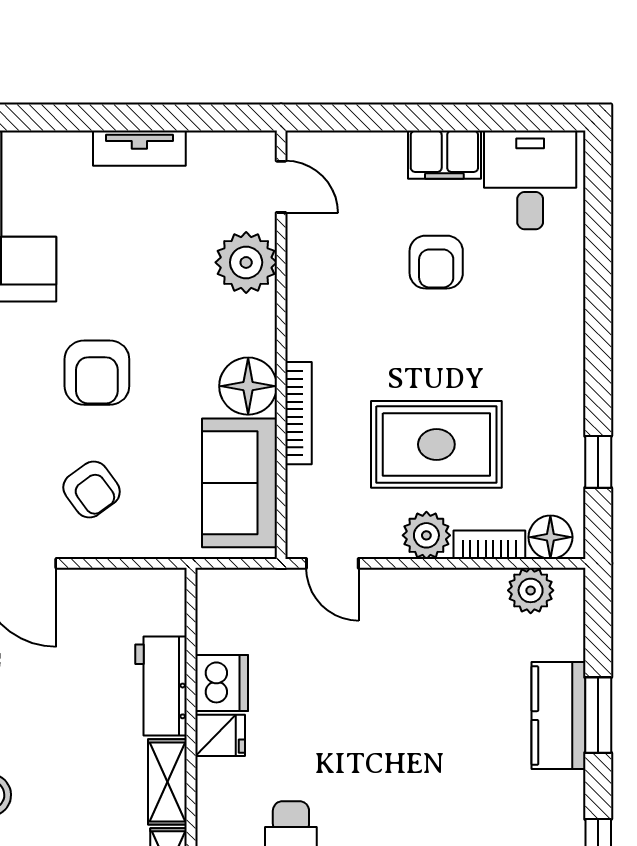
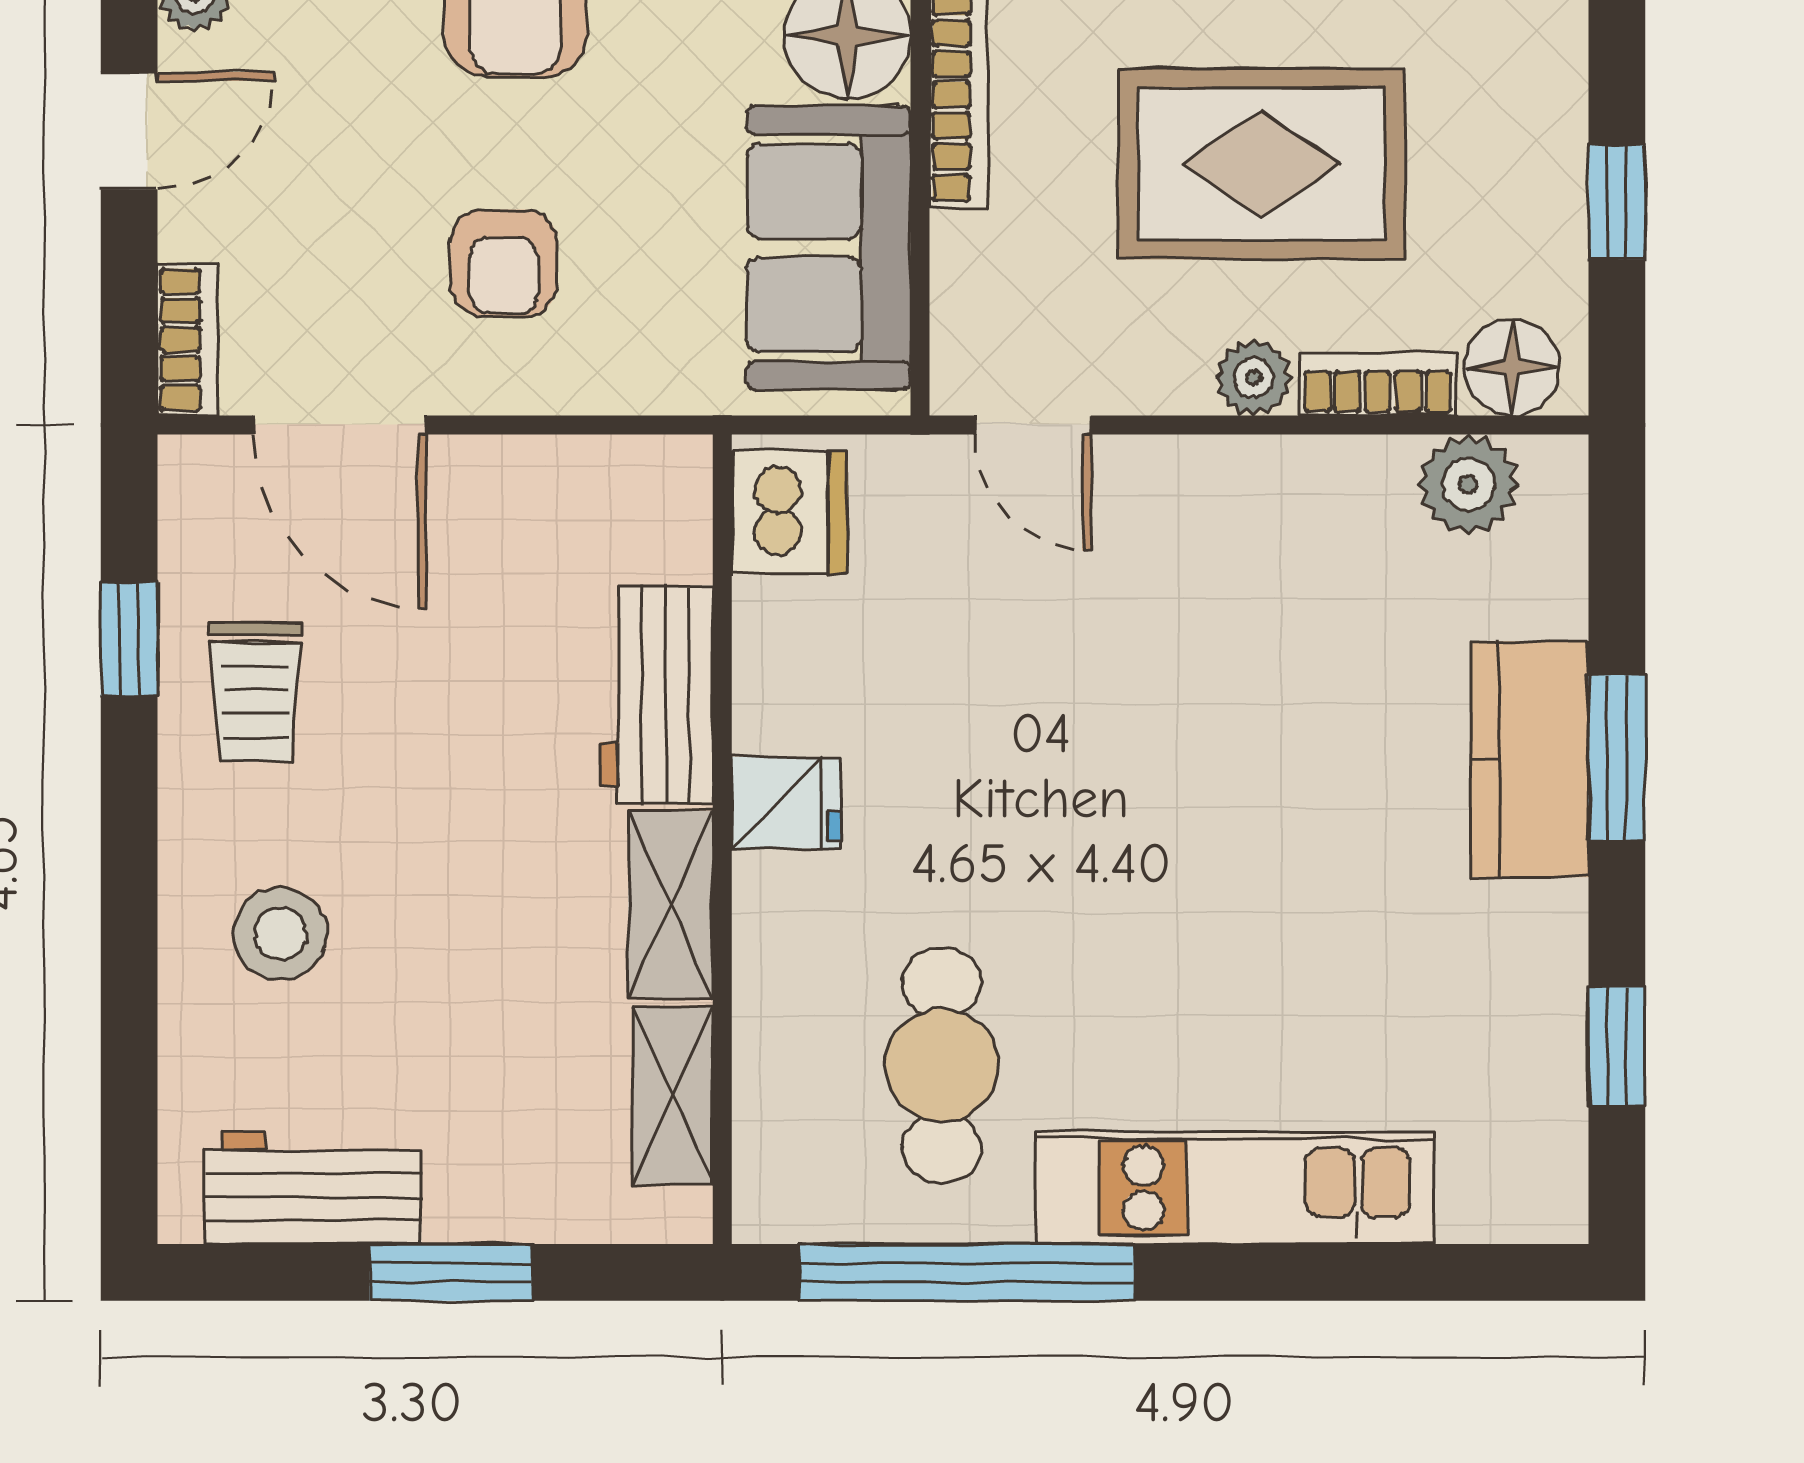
armchair: (92, 490) -> (504, 263), turned 36
plant: (426, 535) -> (1254, 378), width x0.73, depth x0.73
dishwasher: (222, 683) -> (790, 512), moved

